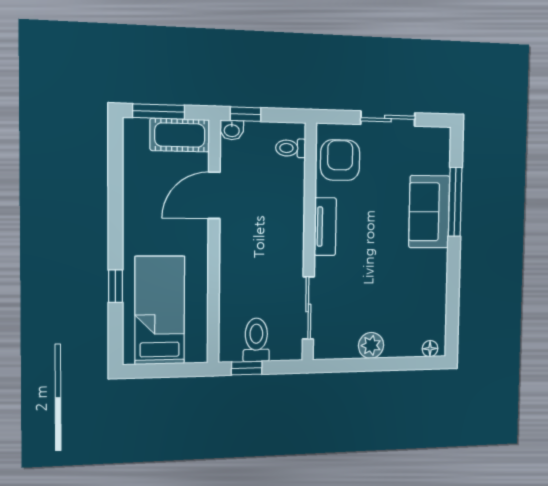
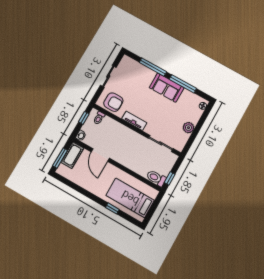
window: (246, 114) -> (84, 118), moved
armchair: (340, 160) -> (113, 102), turned 180
sofa: (429, 212) -> (167, 88), moved
window: (453, 283) -> (183, 84), added
toilet: (256, 340) -> (156, 178), moved

